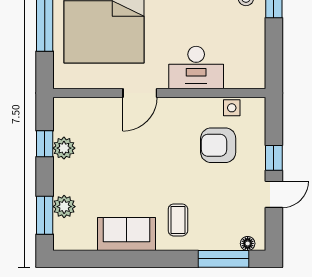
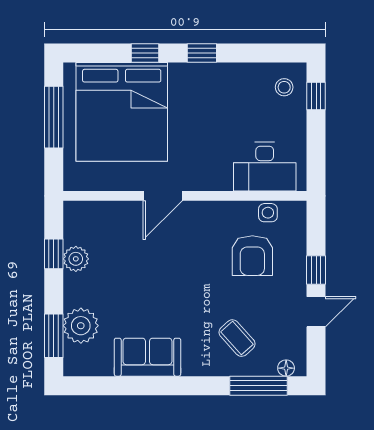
desk: (196, 68) -> (265, 167), moved
armchair: (218, 145) -> (252, 256), turned -90
plant: (64, 207) -> (81, 326), width x1.36, depth x1.36
coffee table: (178, 220) -> (237, 338), moved, turned -42

